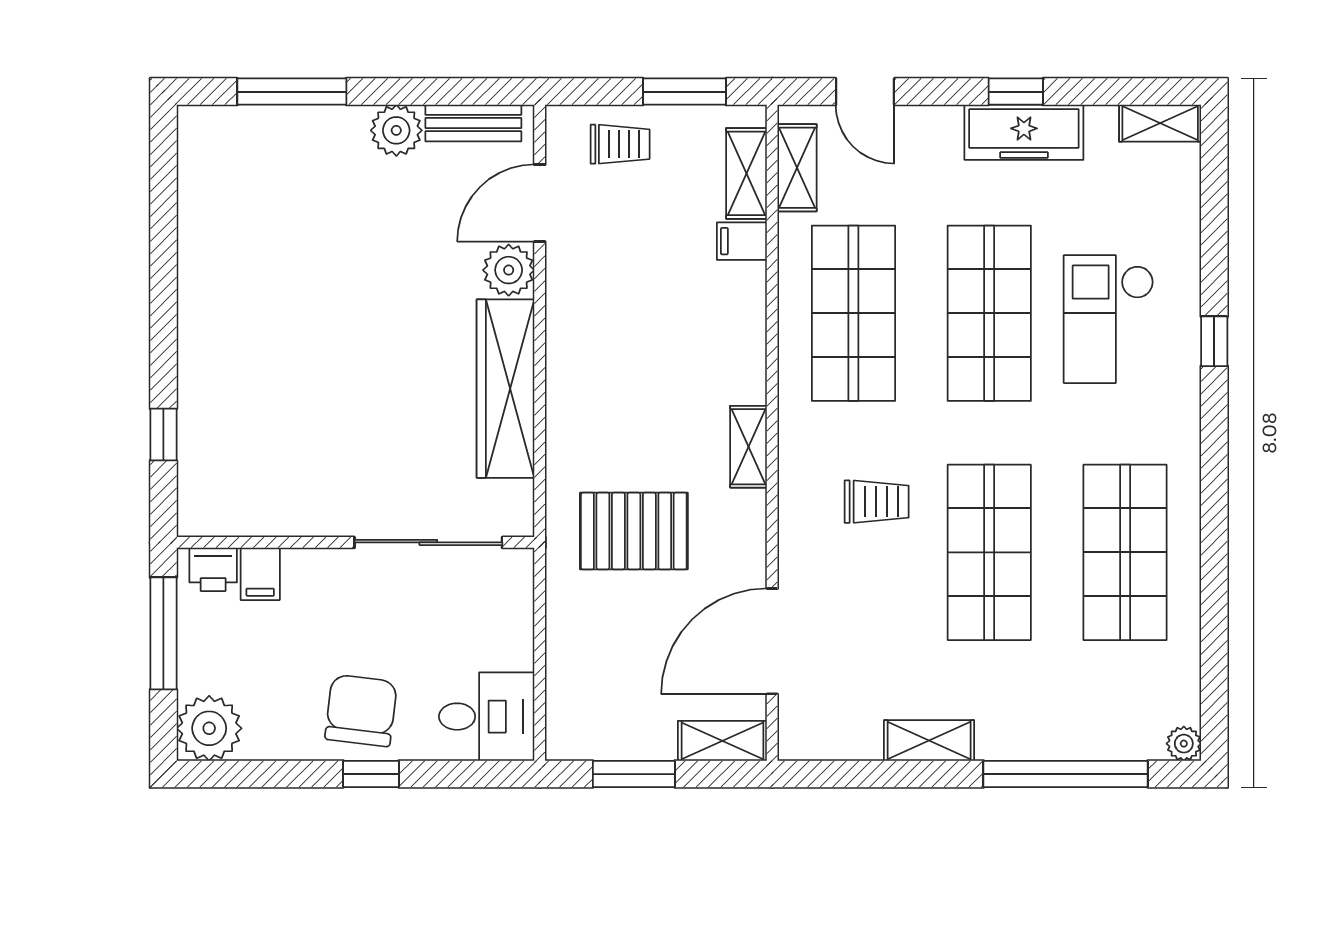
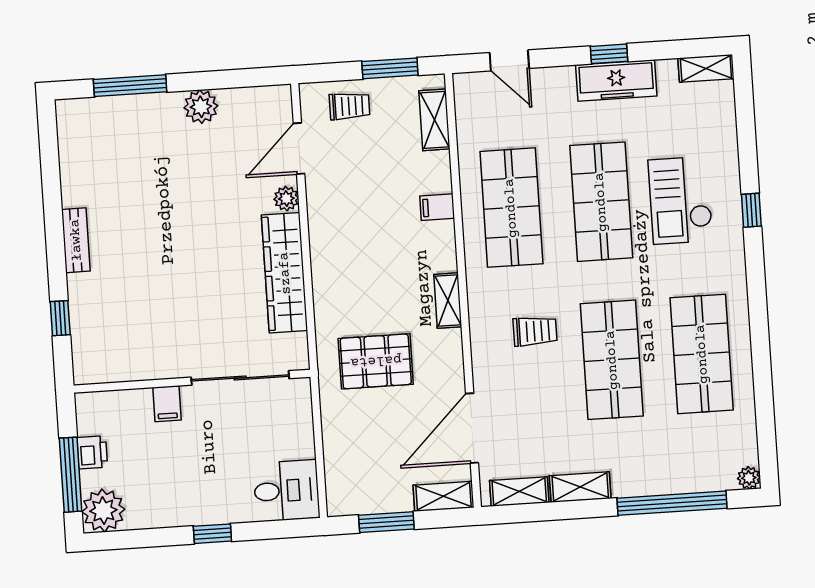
bench: (473, 123) -> (76, 240), moved, turned 90
shelving: (797, 168) -> (519, 492), moved, turned 90
filing cabinet: (742, 241) -> (437, 207), moved
plant: (509, 270) -> (286, 199), width x0.73, depth x0.73
printer: (213, 569) -> (92, 452), moved, turned -90
filing cabinet: (260, 574) -> (167, 404), moved
window: (163, 633) -> (71, 475), moved
chair: (361, 711) -> (203, 492), removed

